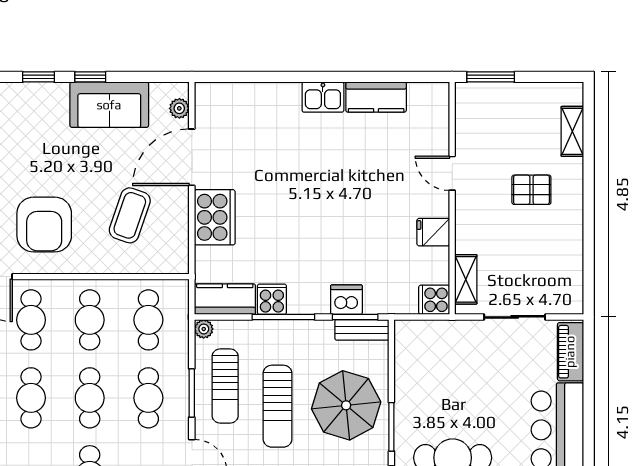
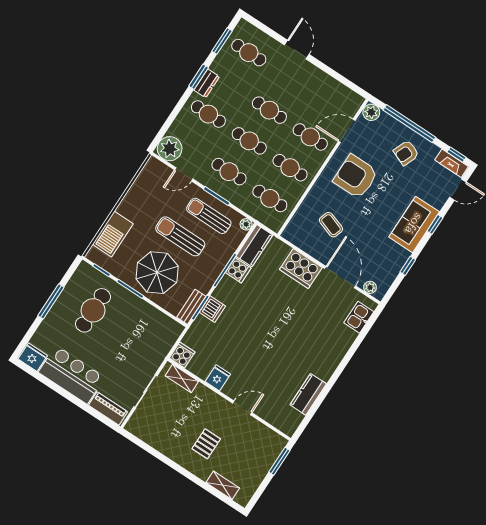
window: (90, 77) -> (408, 266), moved
kitchen sink: (323, 97) -> (359, 317), moved
sofa: (109, 105) -> (414, 224), moved
coffee table: (130, 215) -> (331, 225), width x0.73, depth x0.77

